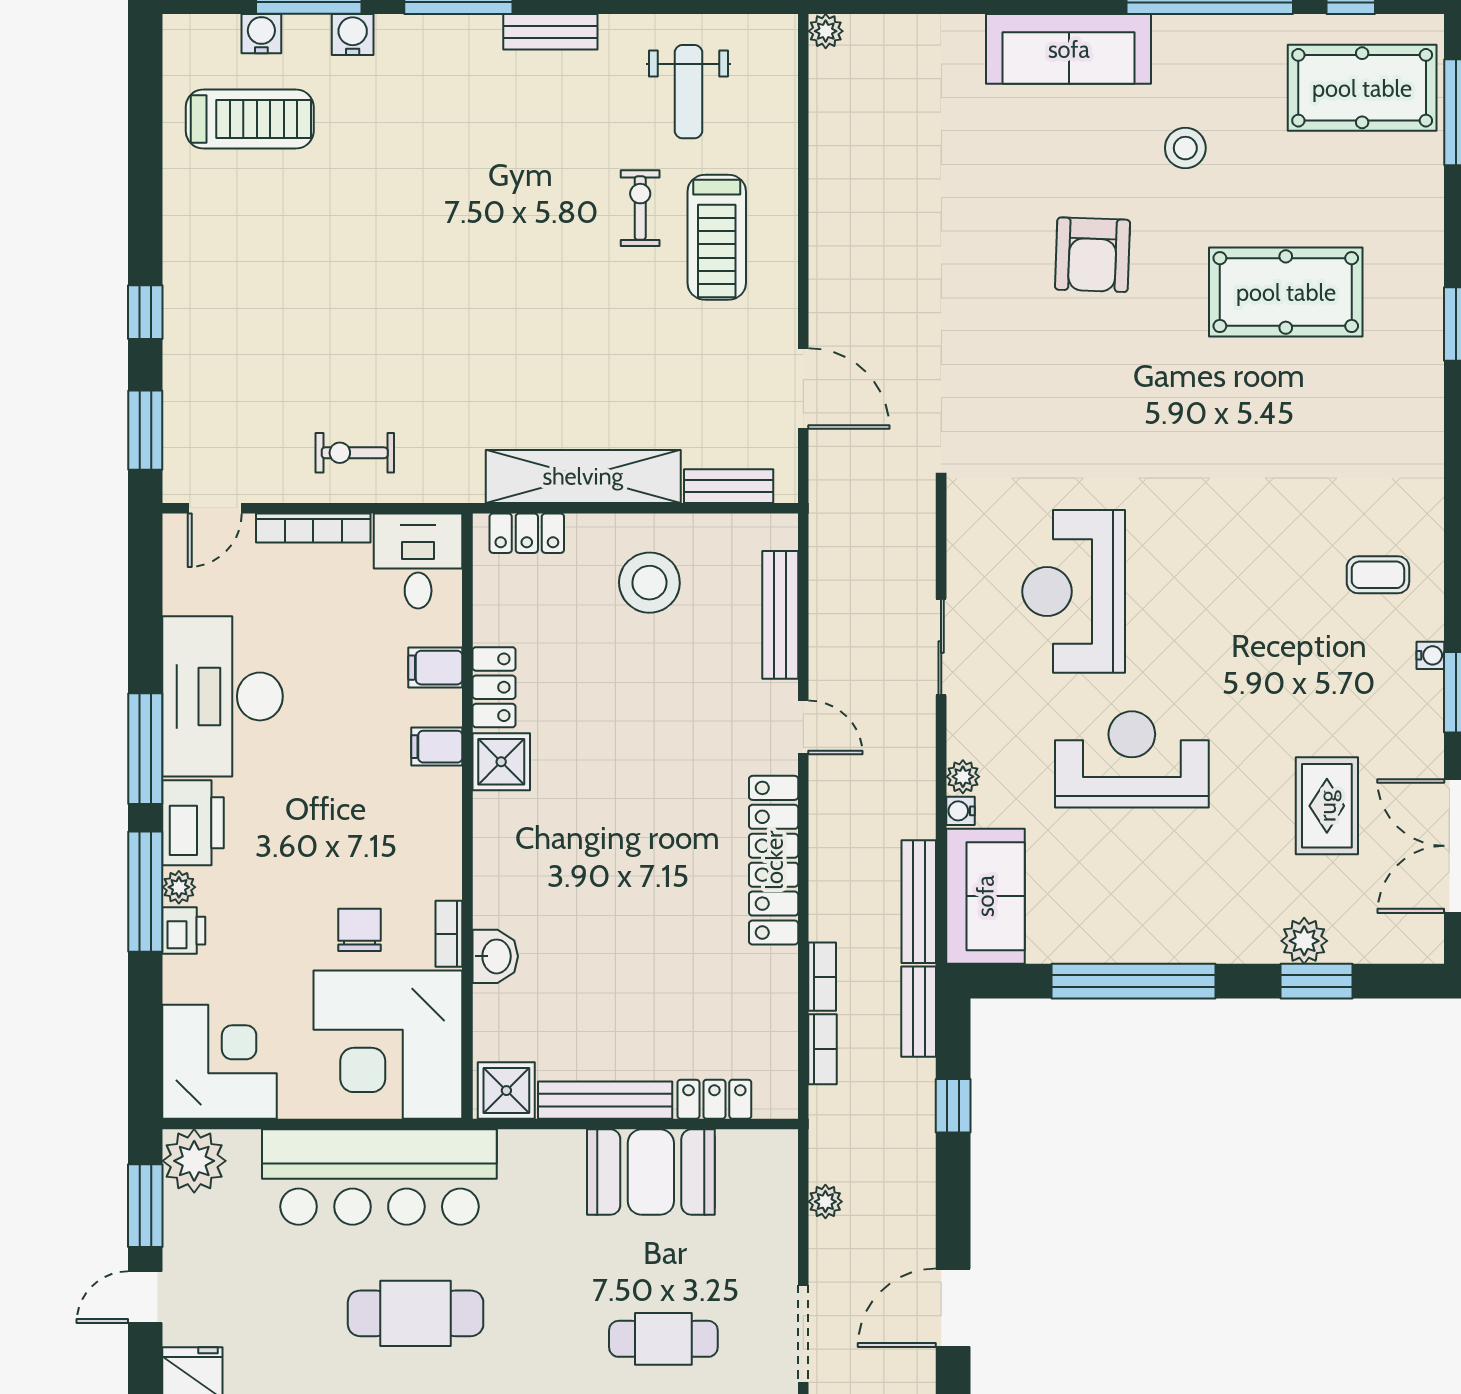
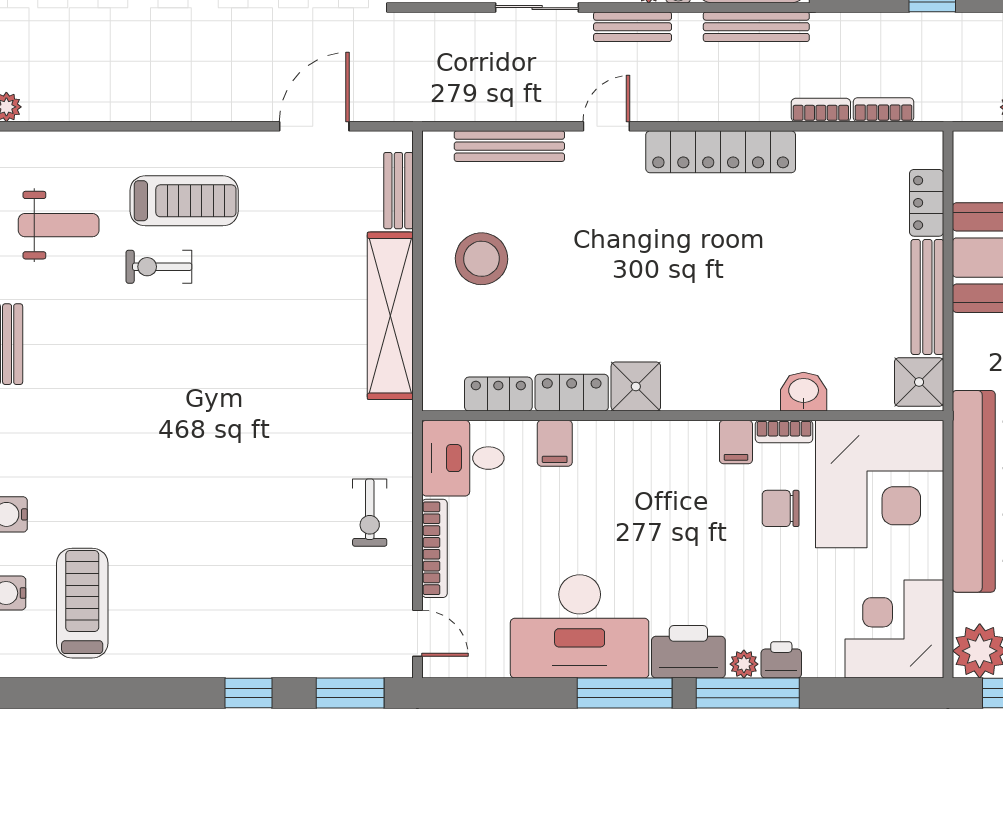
locker: (527, 533) -> (498, 394), moved, turned -90
filing cabinet: (437, 747) -> (736, 442), moved
bench: (919, 1012) -> (633, 27), moved

